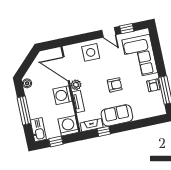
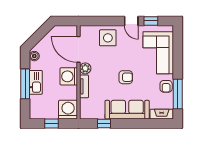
sofa: (117, 115) -> (127, 110), width x1.36
fireplace: (92, 125) -> (162, 114), moved
kitchen sink: (38, 130) -> (36, 82), moved

